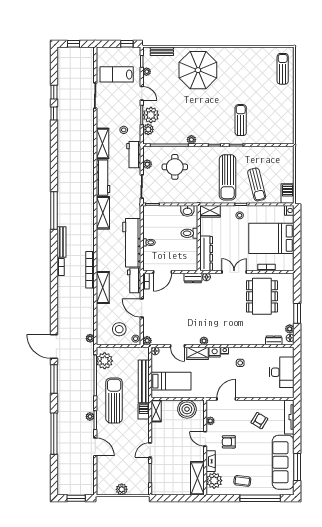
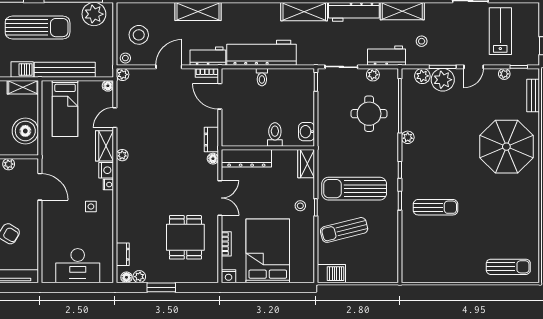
nightstand: (289, 210) -> (229, 276), moved
dining table: (262, 296) -> (185, 237), width x0.73

